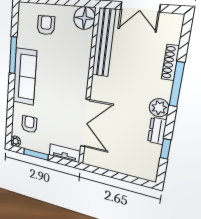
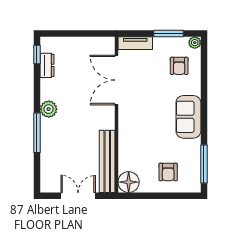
window: (13, 55) -> (204, 164), moved
shoe rack: (170, 62) -> (45, 151), removed
sofa: (25, 77) -> (188, 117), width x0.73
dresser: (157, 131) -> (47, 65), moved
window: (166, 149) -> (37, 54), moved

